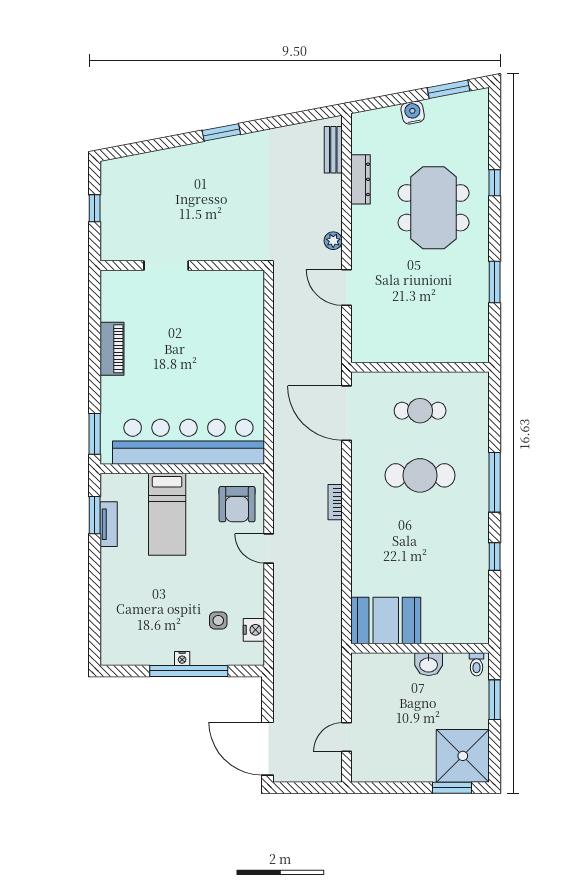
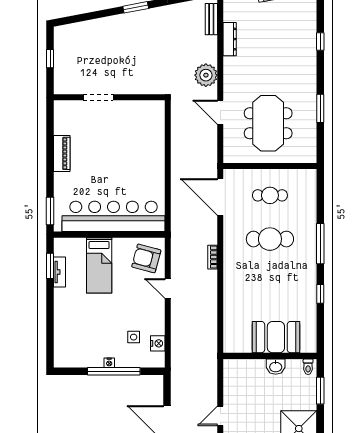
meeting table: (434, 208) -> (268, 123), moved
plant: (333, 241) -> (206, 75), width x1.87, depth x1.87
armchair: (237, 504) -> (146, 258), turned 105
booth: (386, 621) -> (276, 337), moved

